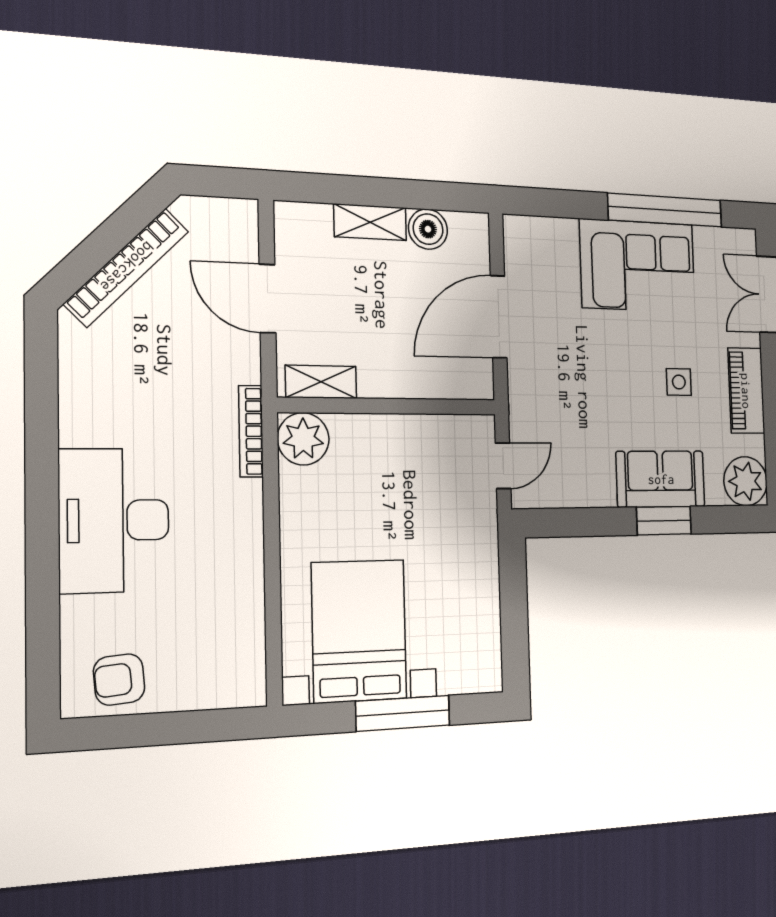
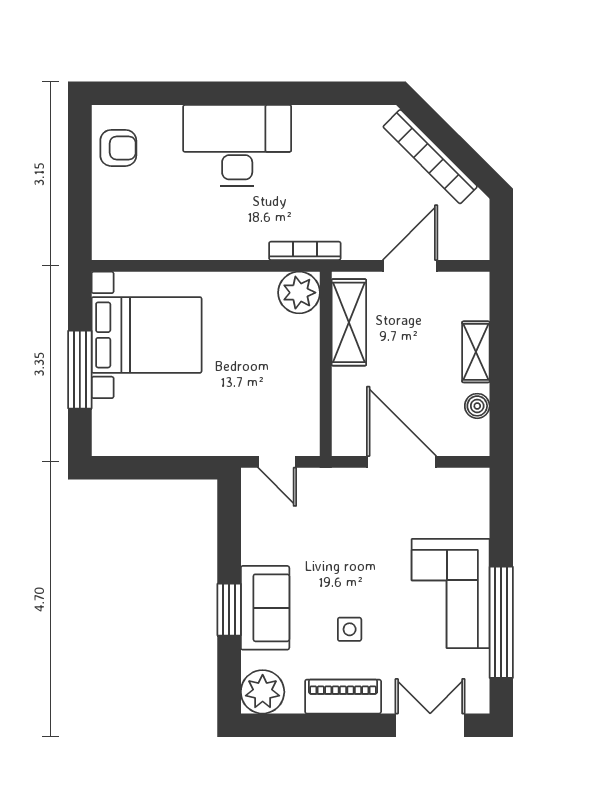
boiler: (428, 229) -> (477, 406), width x0.73, depth x0.73
shelving: (321, 382) -> (349, 322), width x1.50, depth x1.33
armchair: (119, 680) -> (118, 148), turned 95

